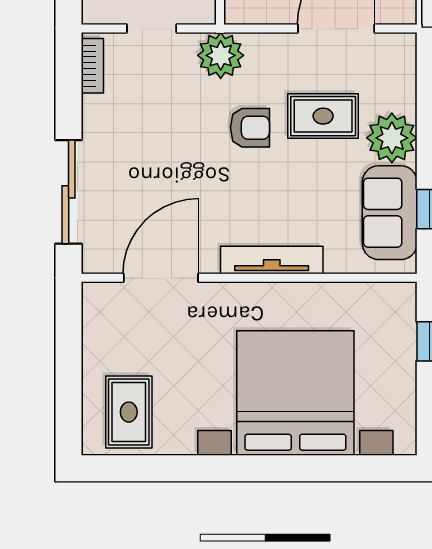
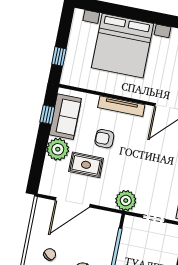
armchair: (250, 128) -> (104, 139), moved

